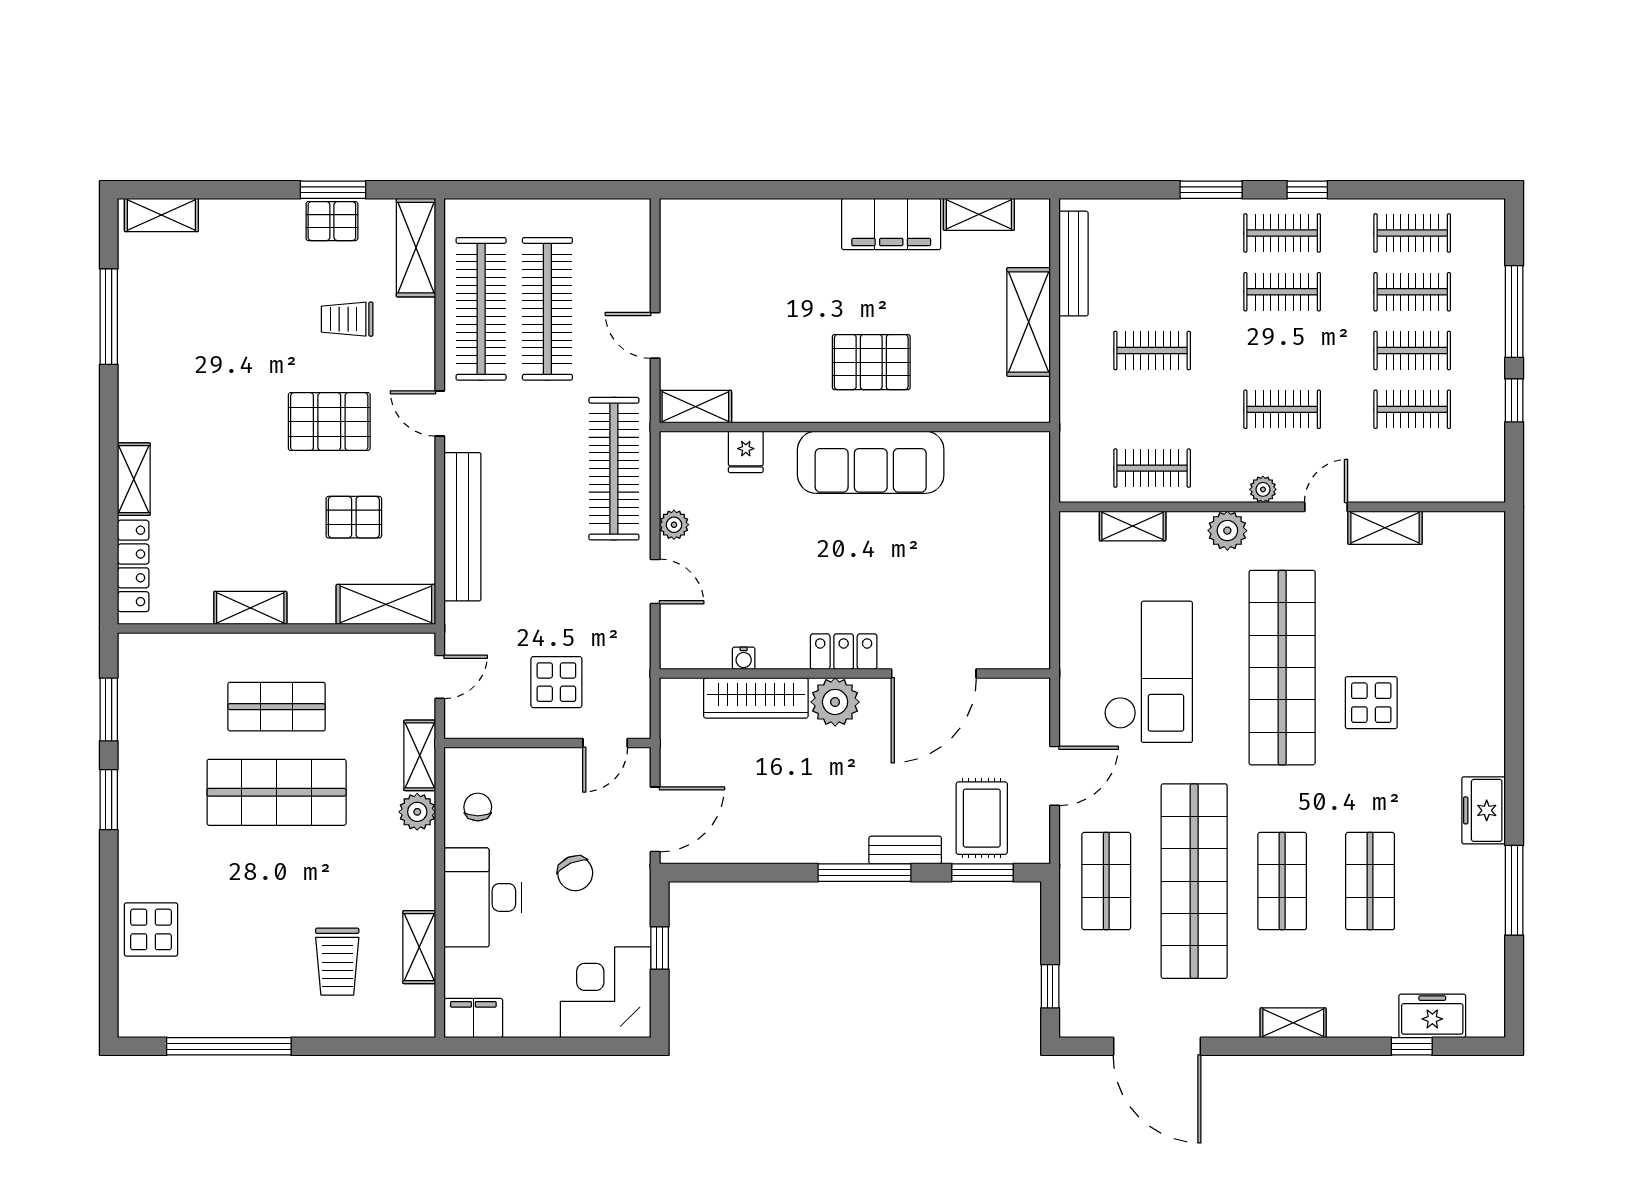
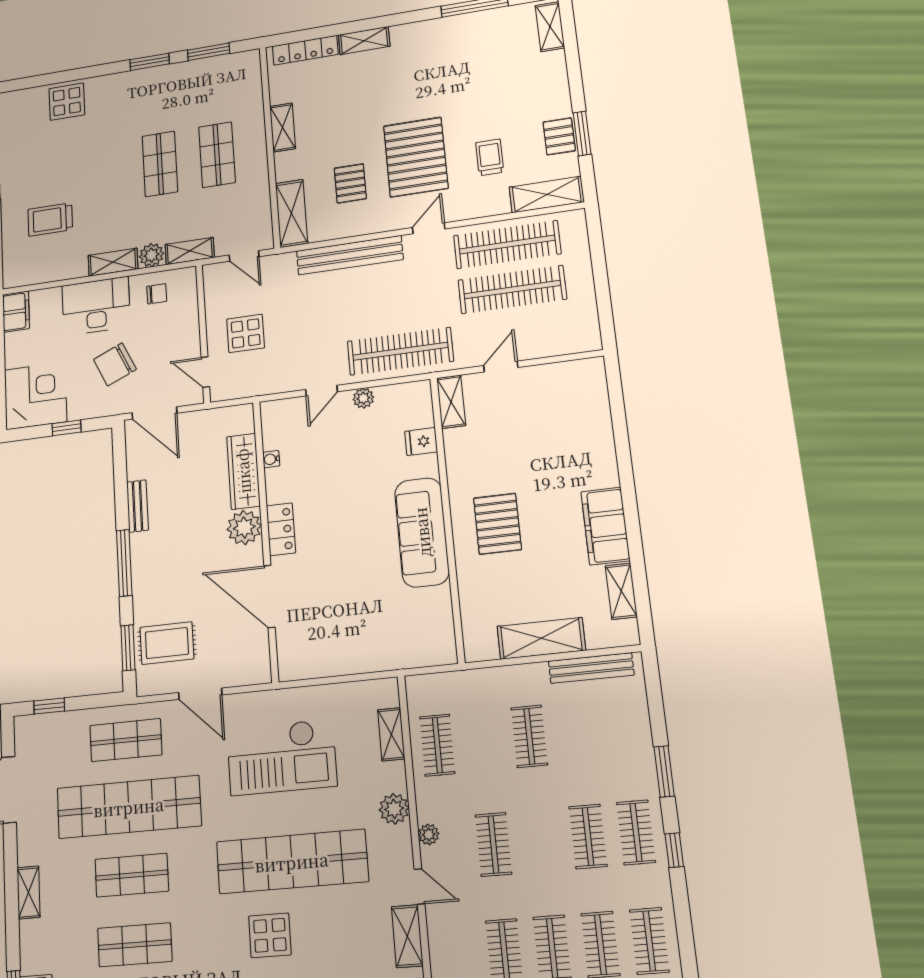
pallet: (329, 422) -> (416, 157), width x1.37, depth x1.41
shop shelf: (277, 792) -> (160, 164), width x0.70, depth x0.74
bench: (905, 850) -> (137, 506), moved
chair: (575, 873) -> (115, 364), width x1.37, depth x1.37
shelving: (419, 947) -> (113, 262), moved

